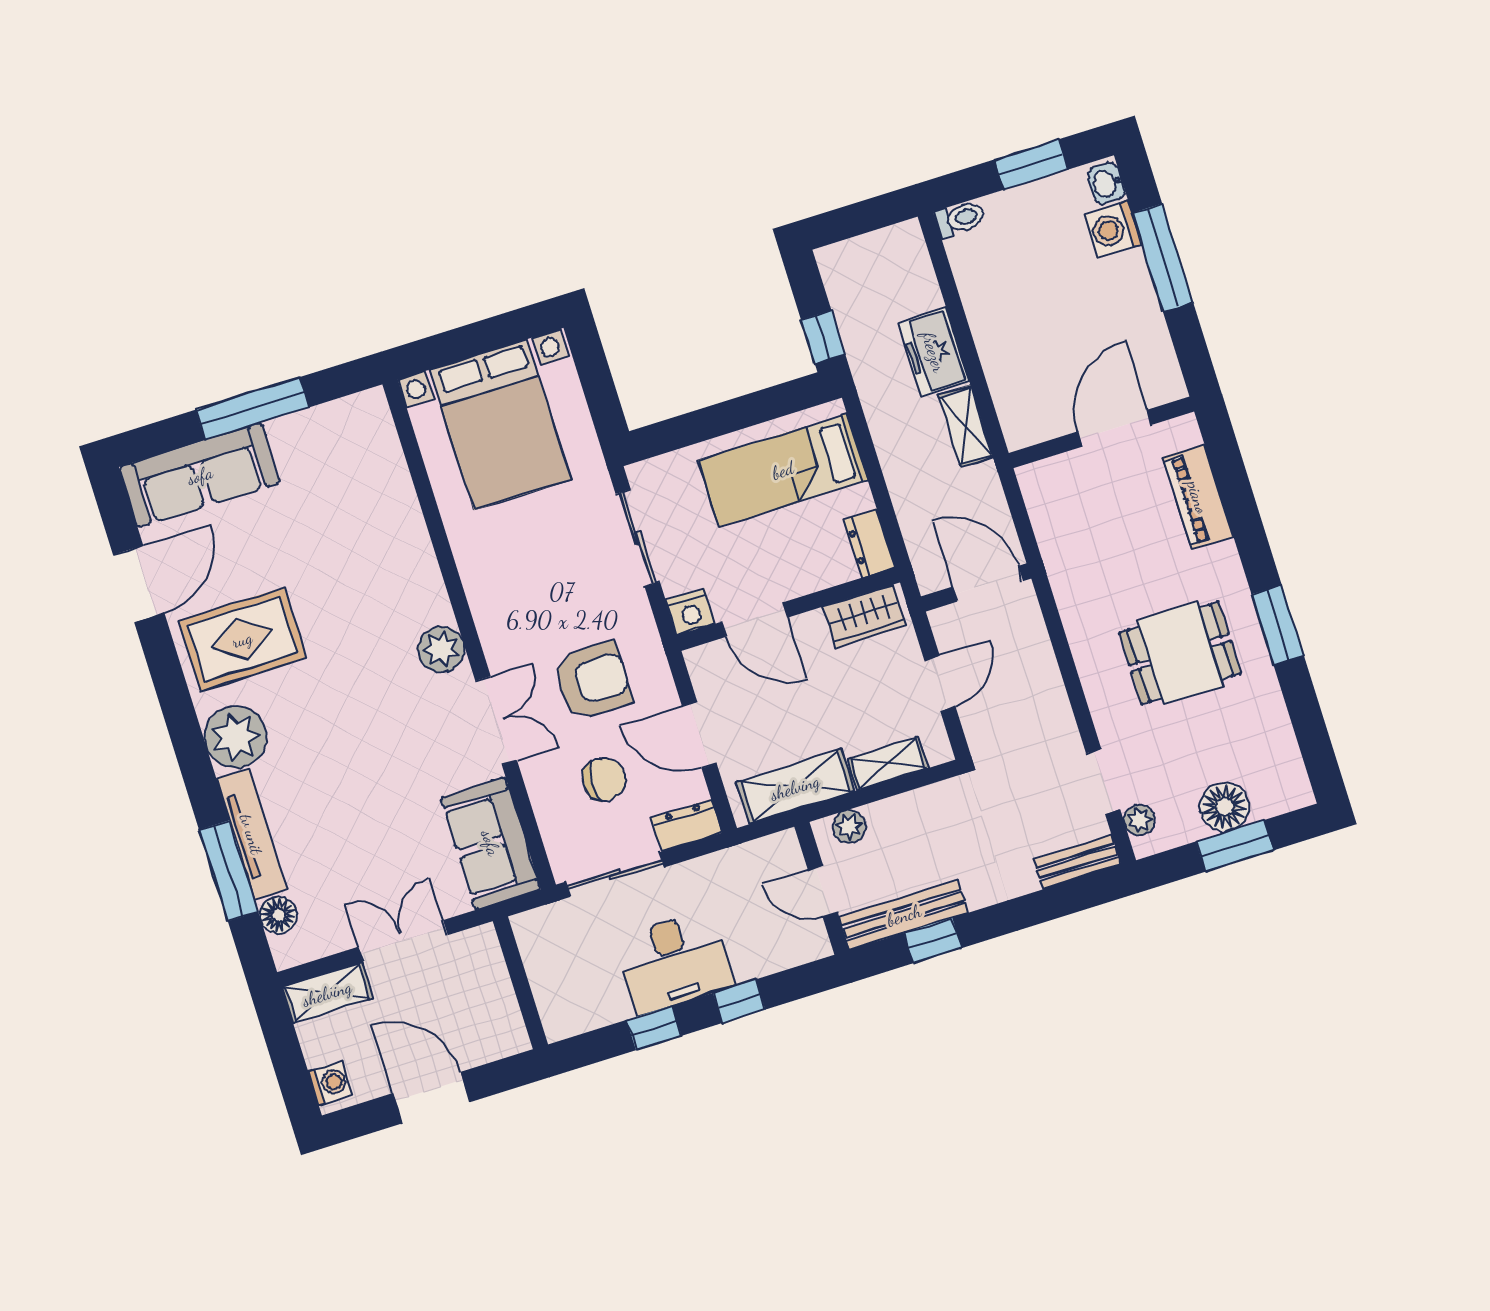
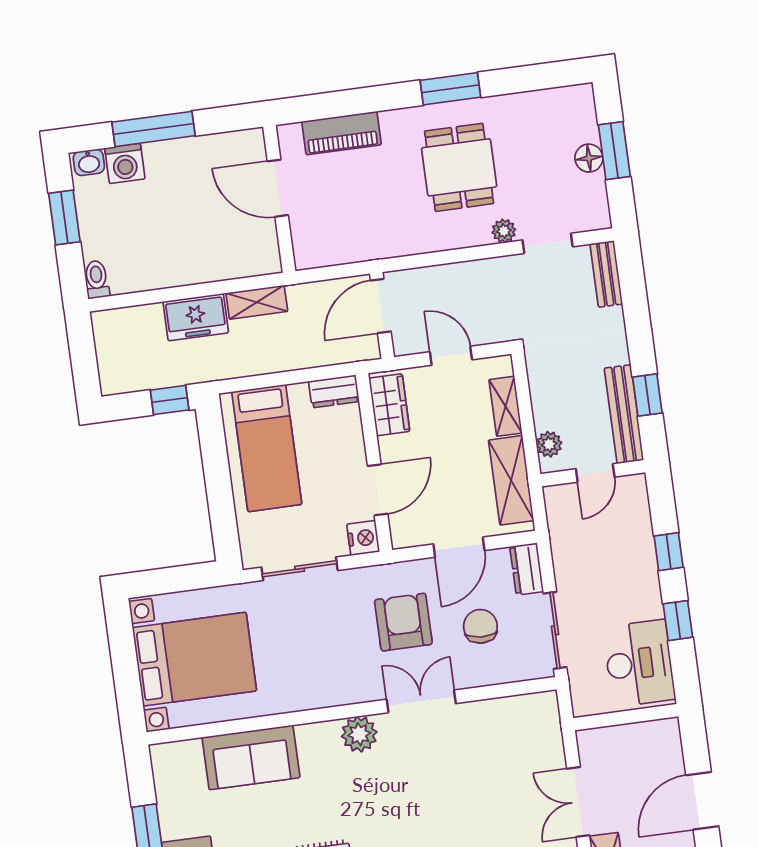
floor lamp: (1224, 807) -> (589, 158), width x0.73, depth x0.73
plant: (1140, 820) -> (504, 231), moved
sofa: (491, 843) -> (251, 757), moved
desk: (674, 962) -> (639, 663), moved

